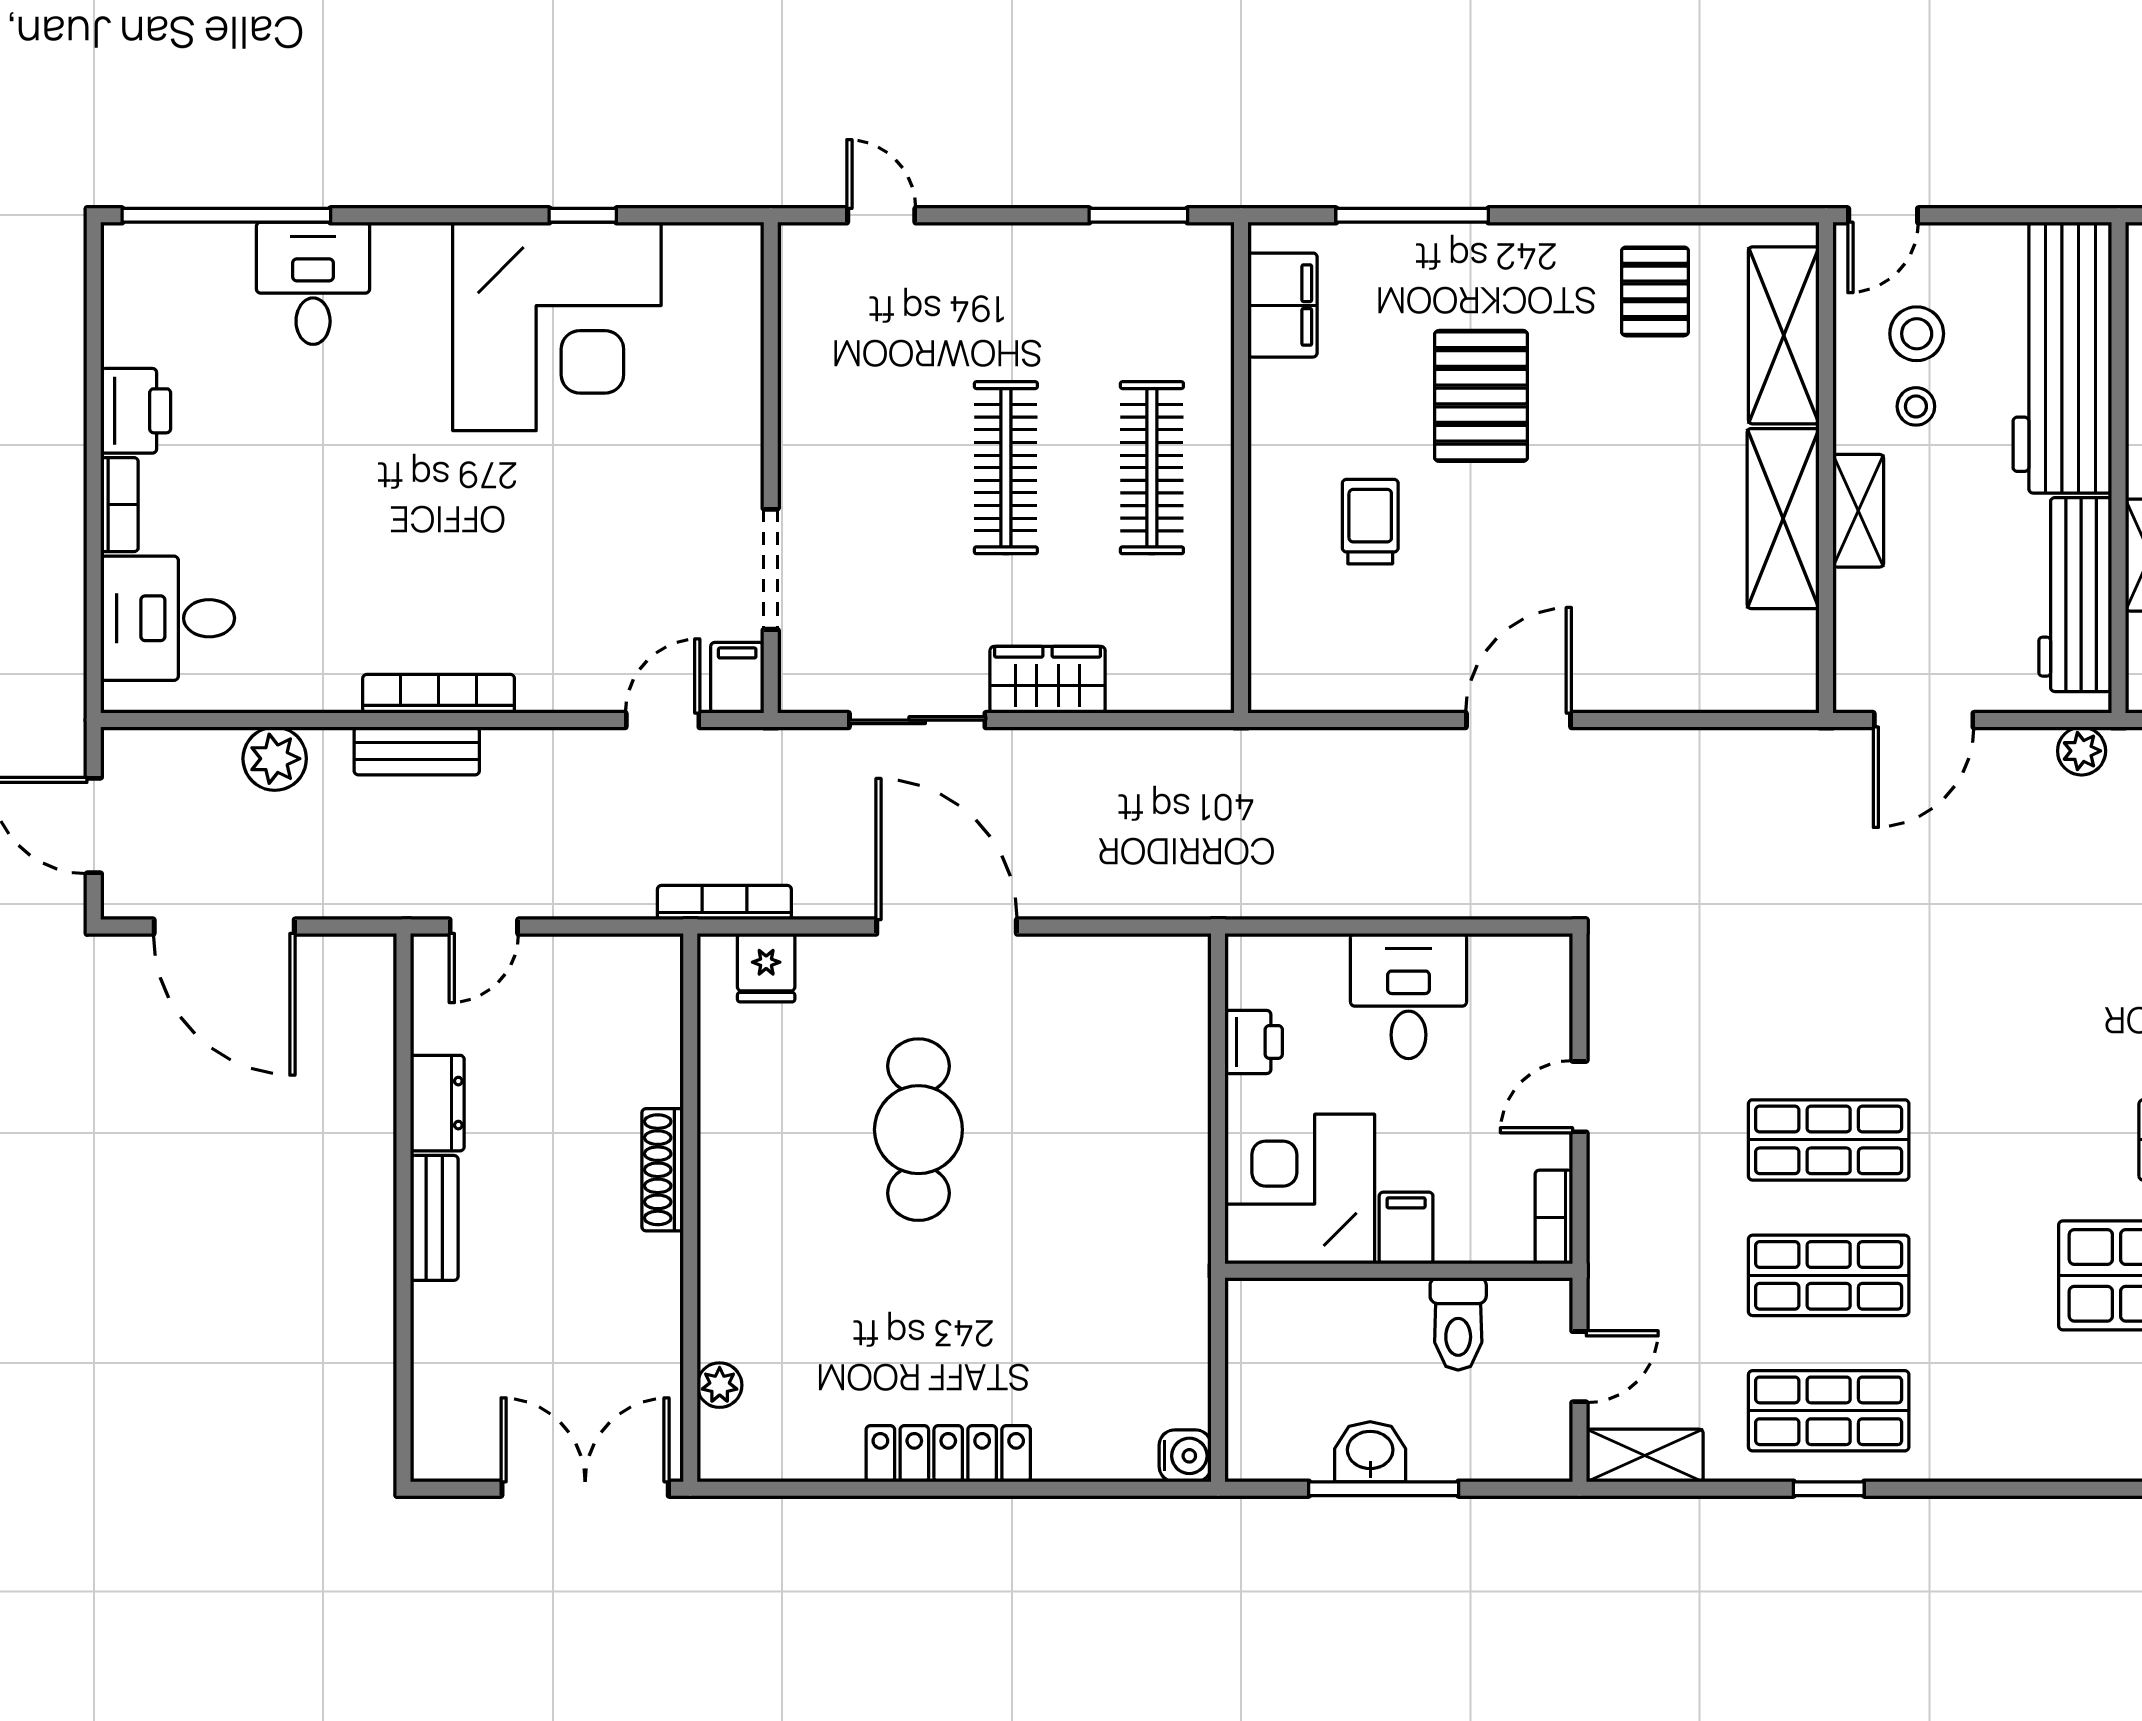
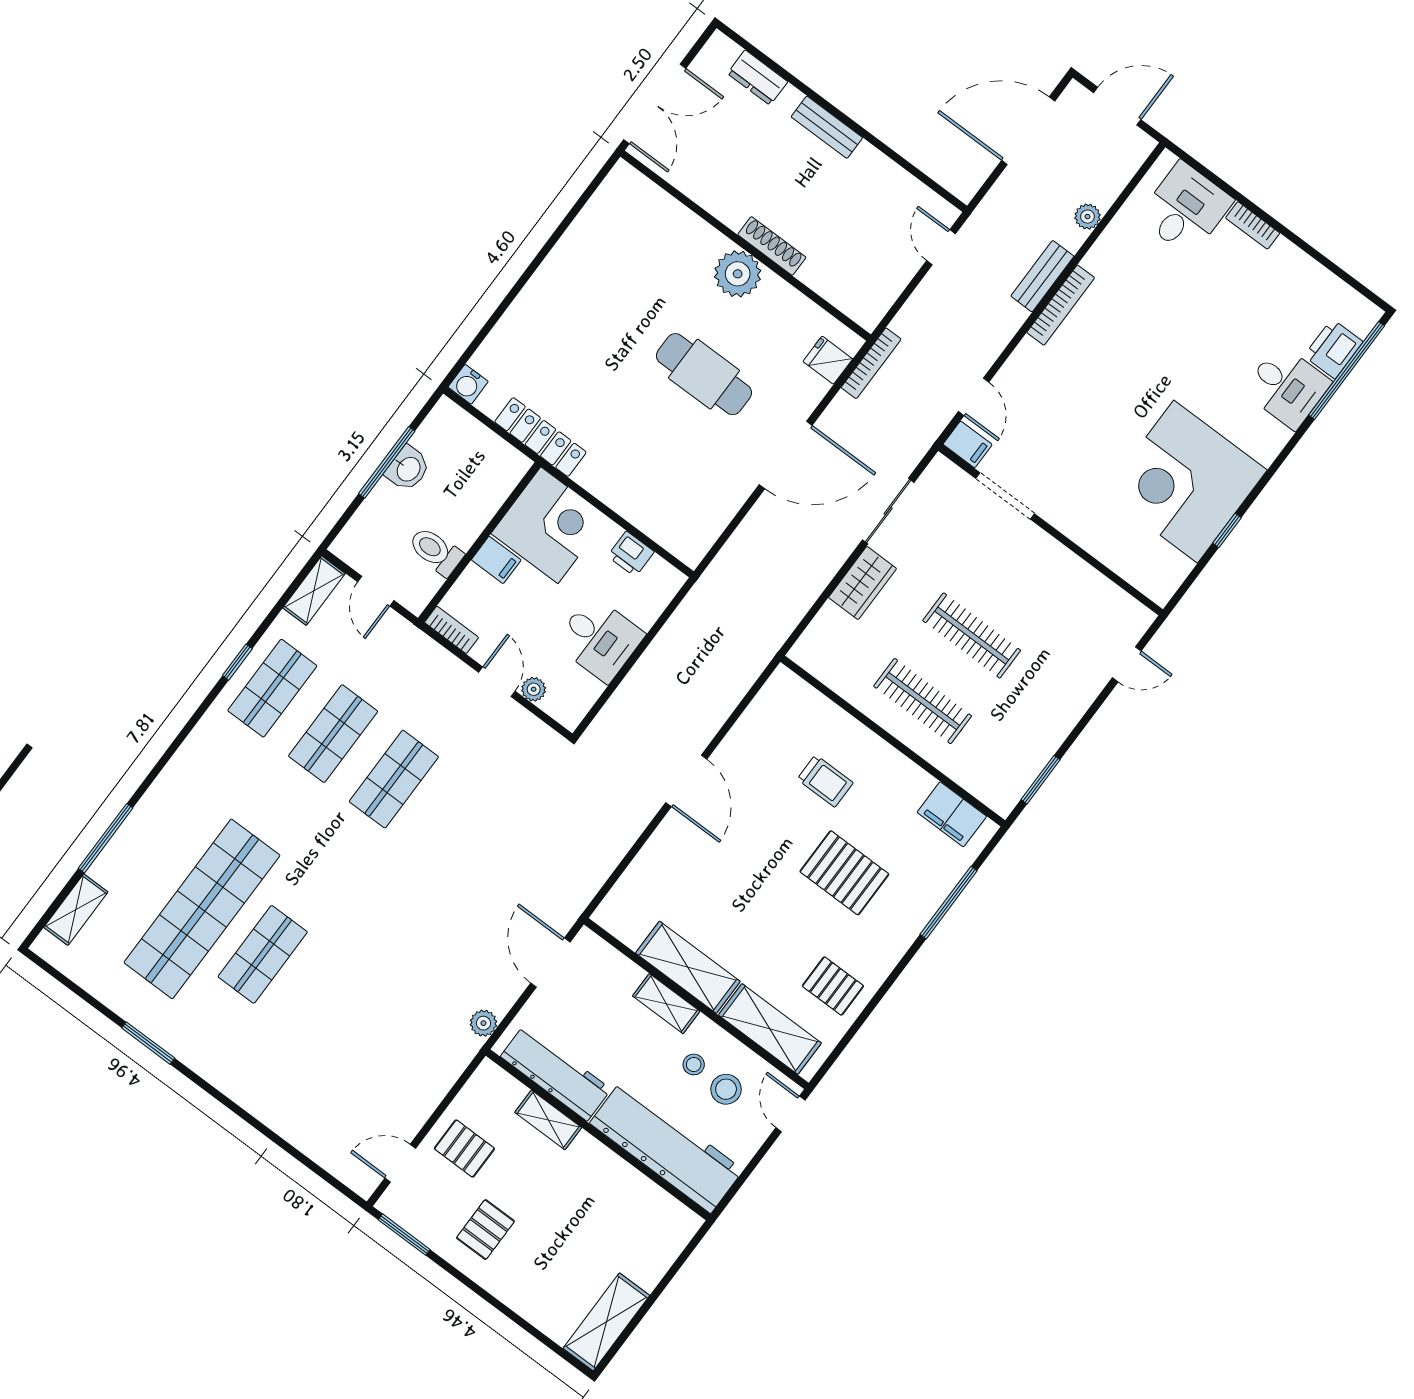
printer: (136, 411) -> (1333, 349), moved, turned 90
plant: (275, 759) -> (1088, 217), width x0.73, depth x0.73
plant: (1551, 1036) -> (534, 689), added
dresser: (437, 1103) -> (758, 78), moved
plant: (720, 1385) -> (738, 274), moved, width x1.87, depth x1.87
locker: (948, 1454) -> (540, 437), moved, turned -90

